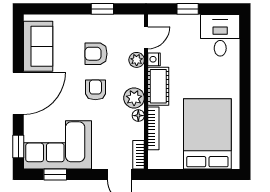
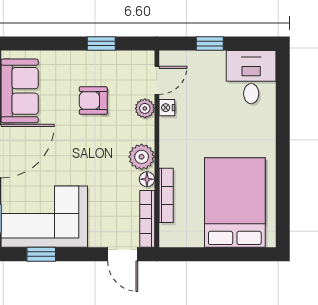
cot: (158, 86) -> (172, 142), removed
armchair: (95, 90) -> (92, 146), removed
bookcase: (139, 155) -> (147, 219), width x1.56

